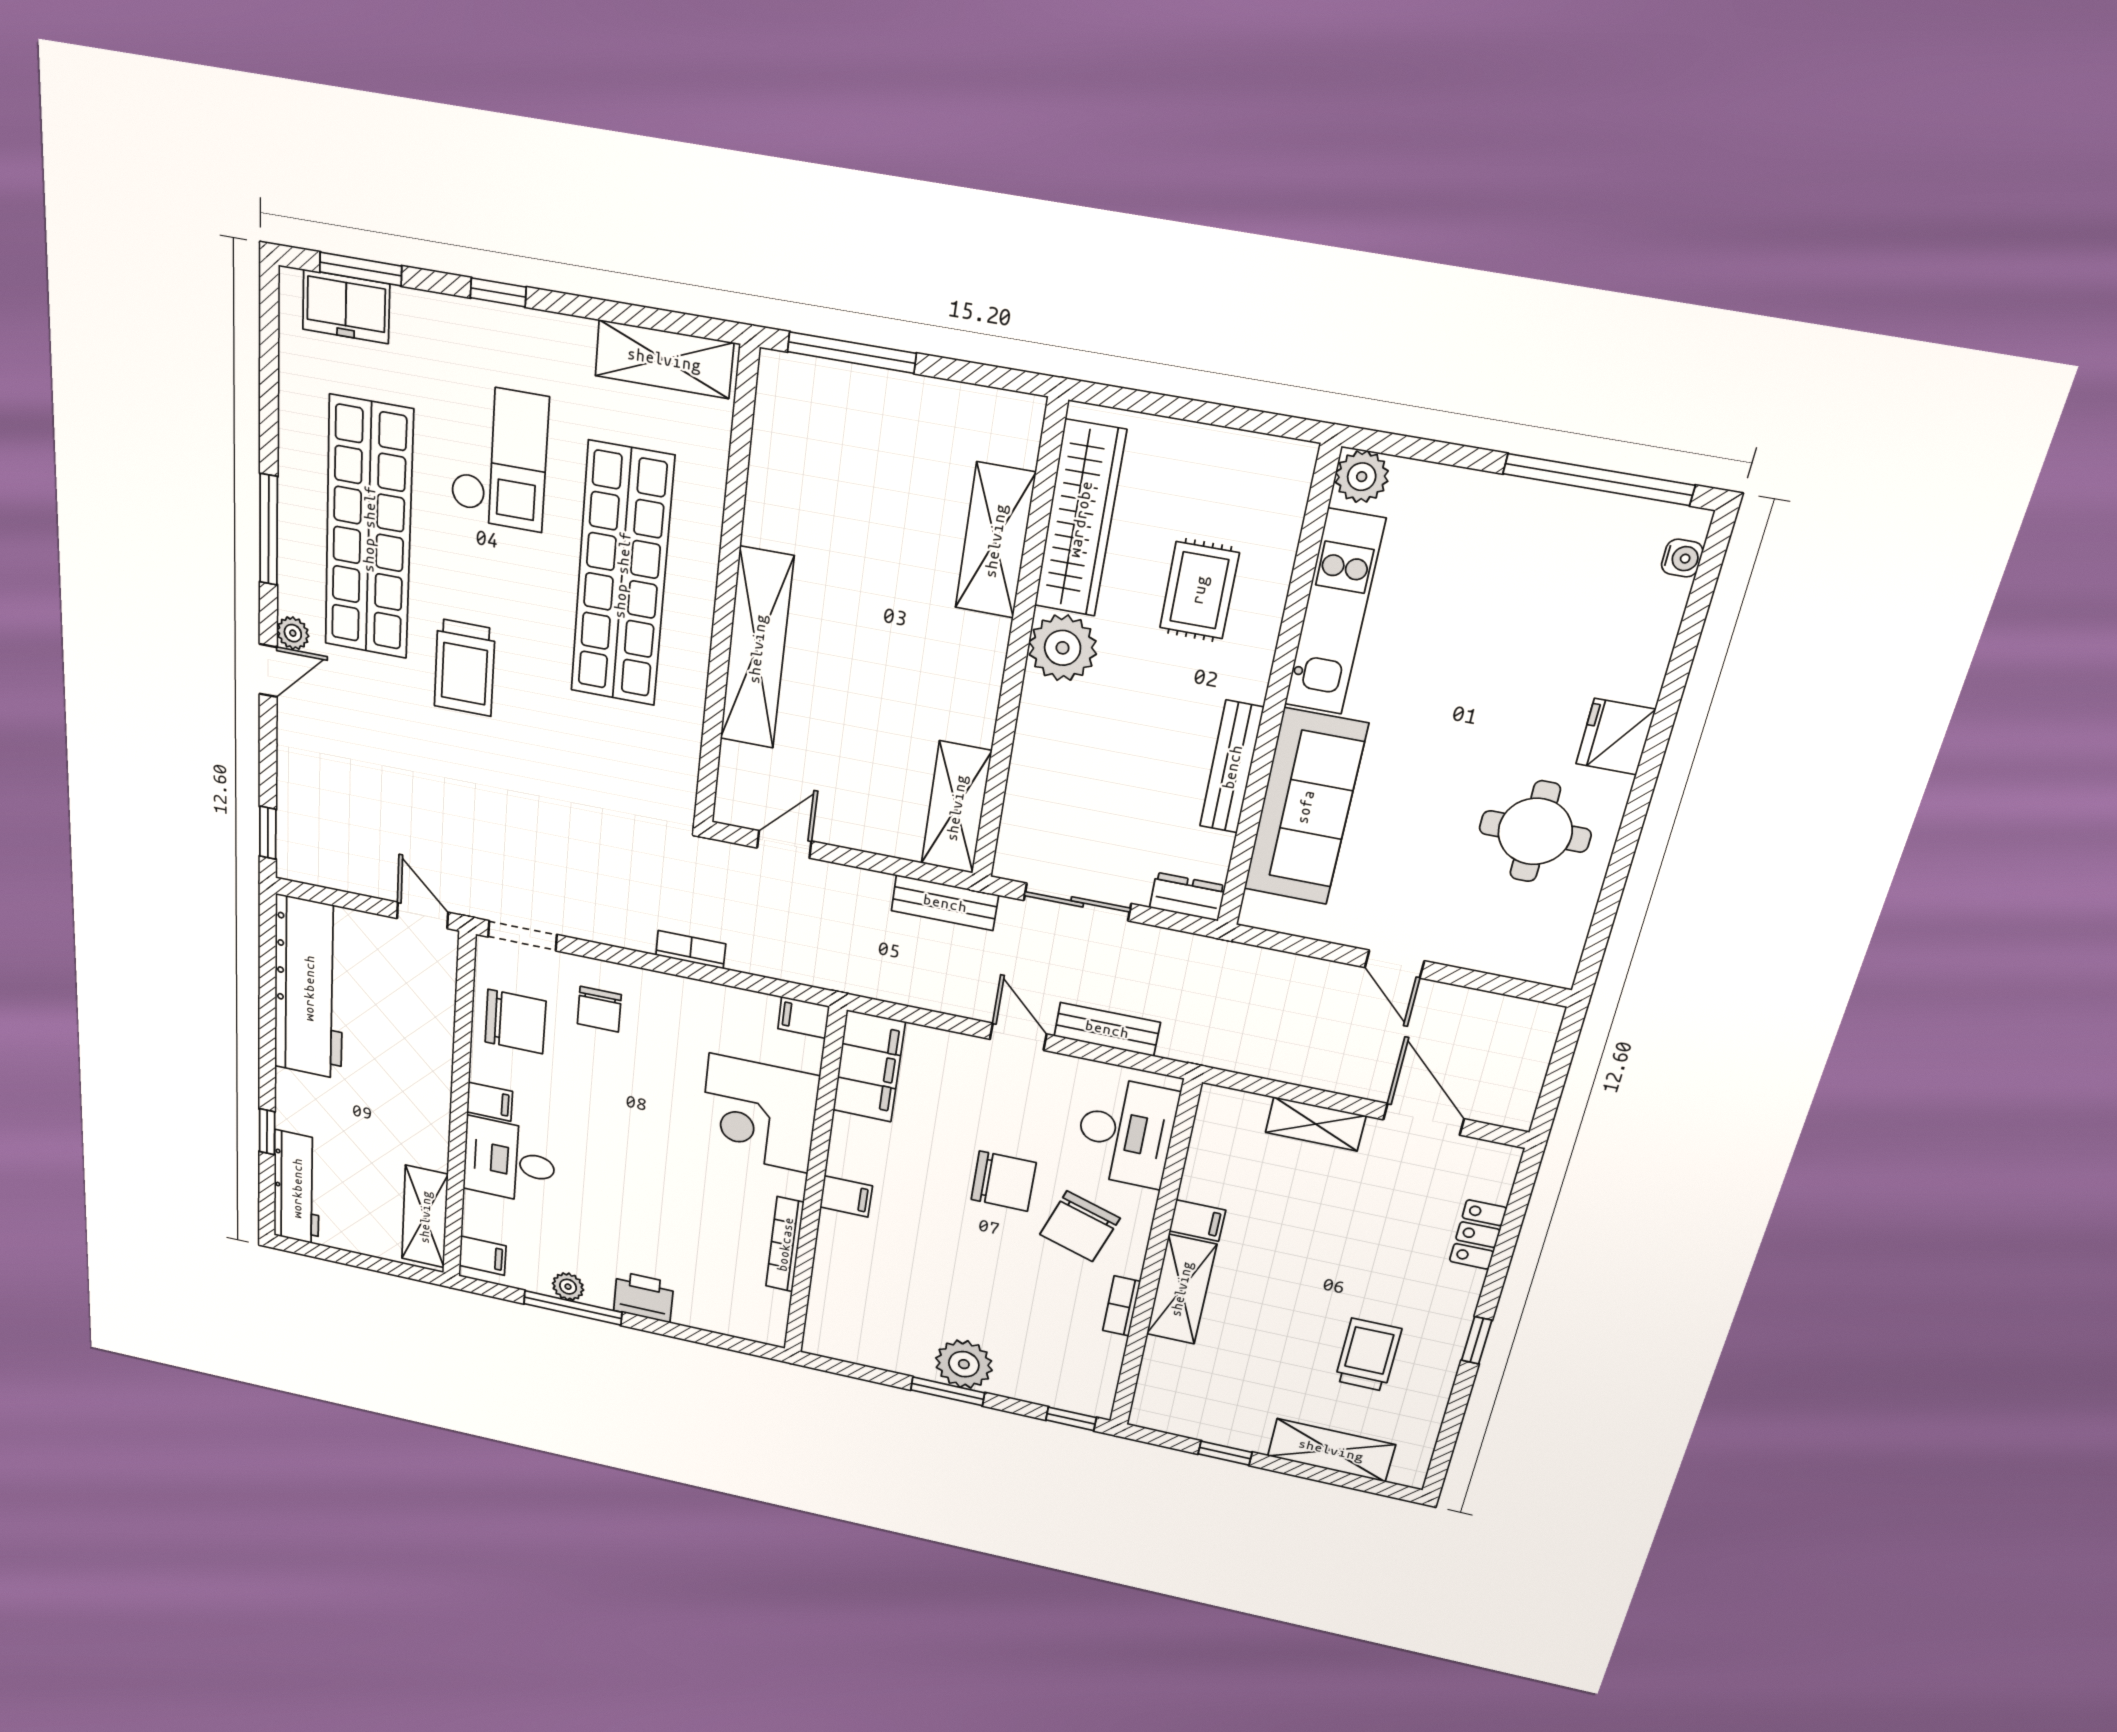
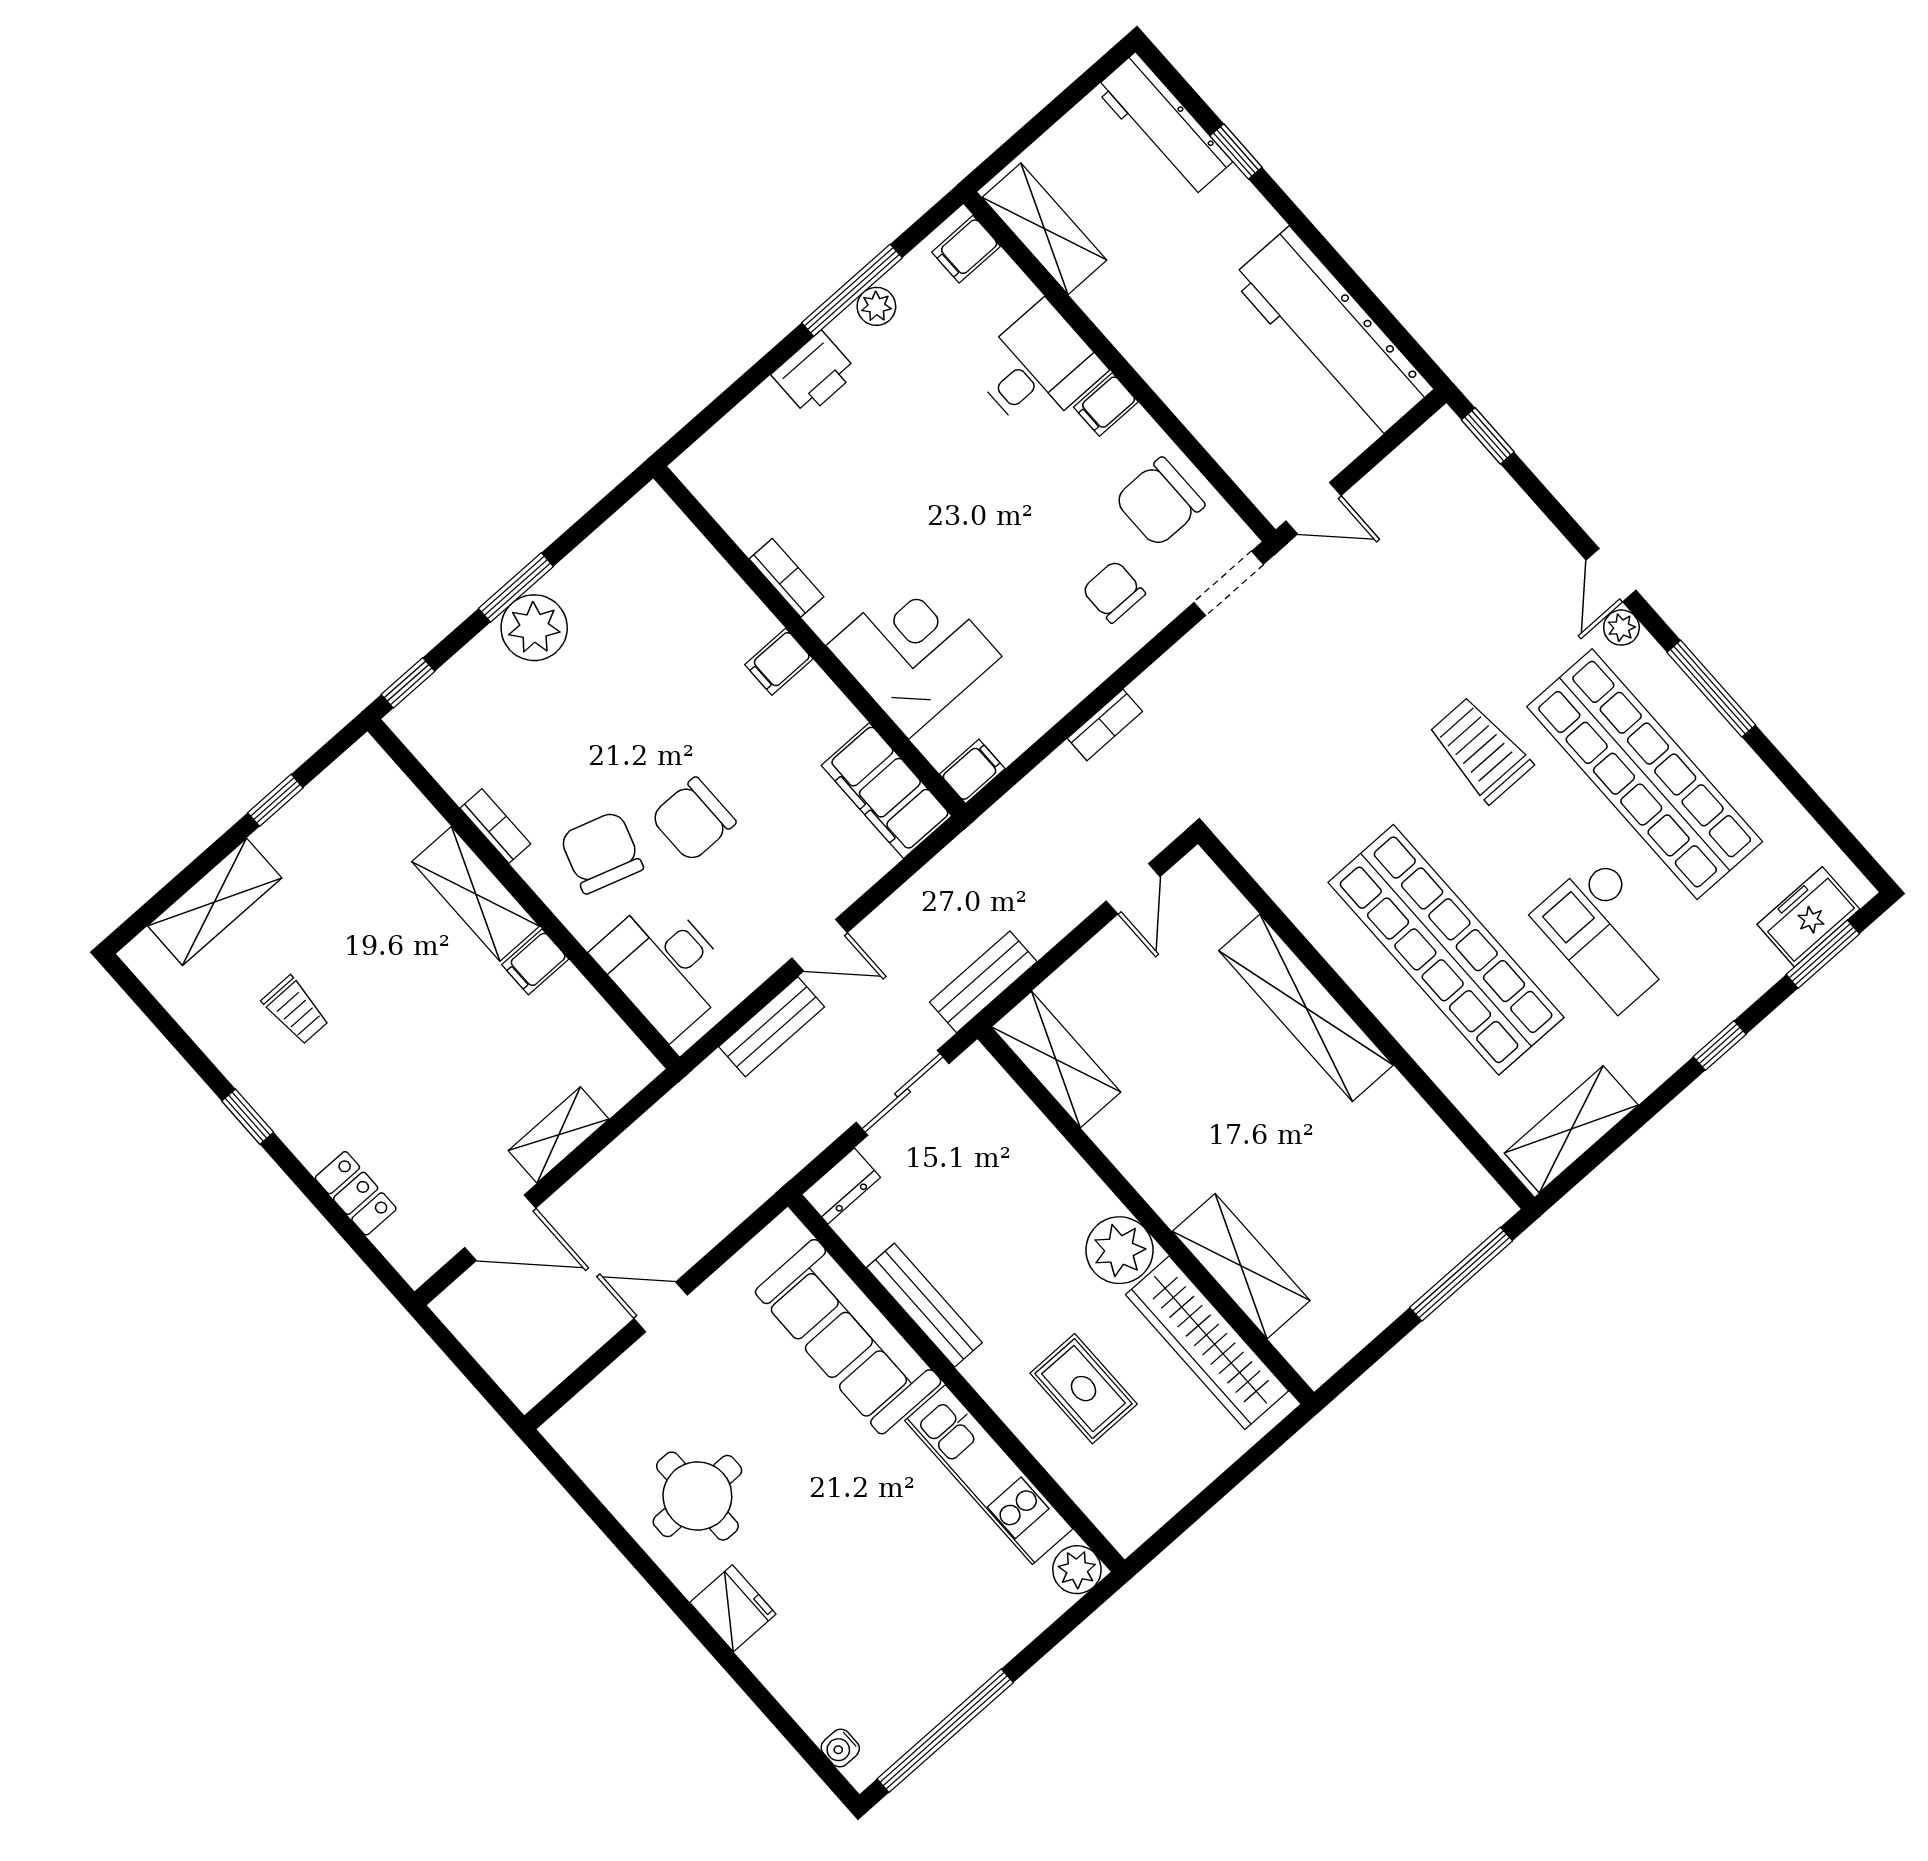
bookcase: (785, 1244) -> (787, 578), width x0.64
trolley: (1368, 1355) -> (296, 1010), width x0.73, depth x0.72

